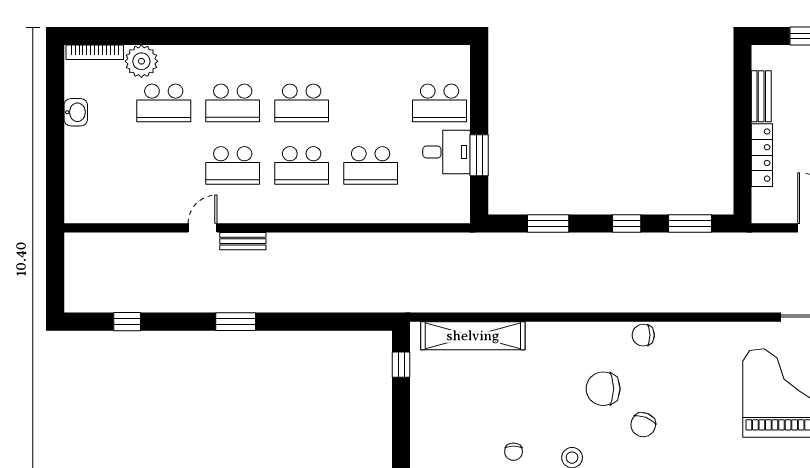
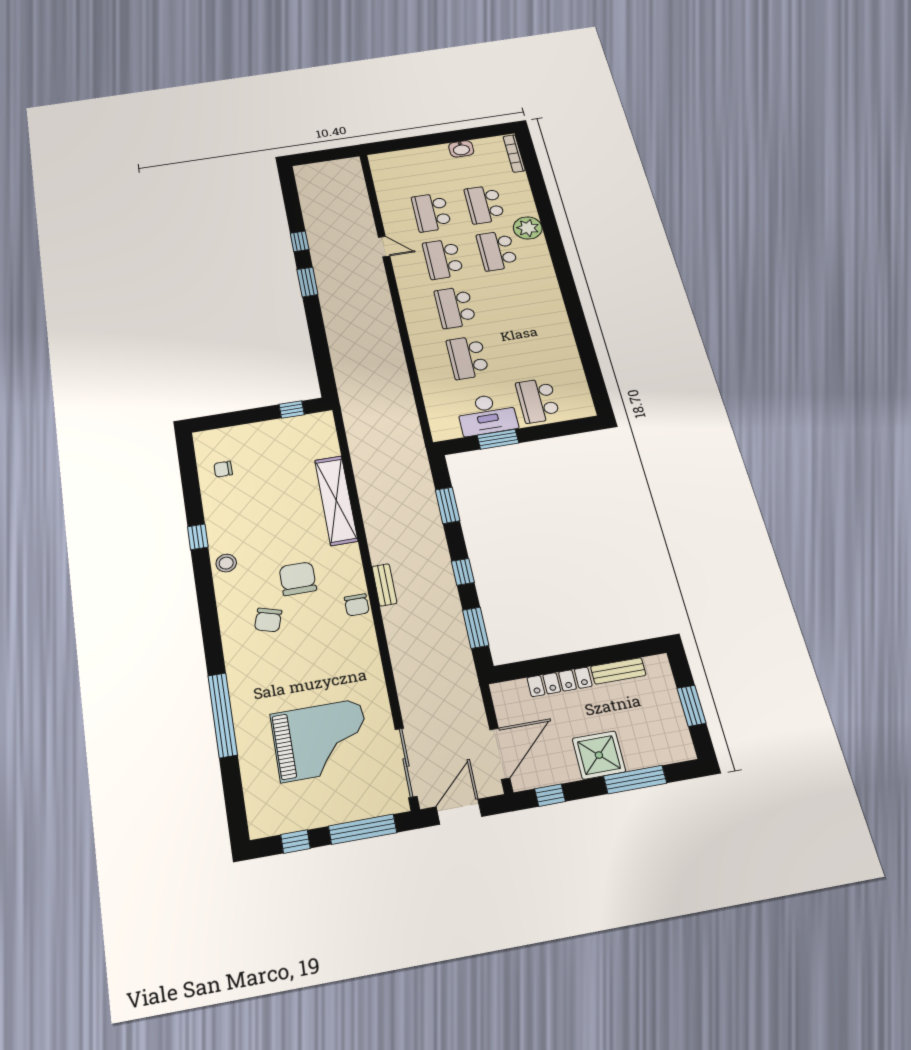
plant: (141, 61) -> (528, 228), moved
school desk: (302, 103) -> (431, 212), moved
desk: (447, 152) -> (487, 414), width x1.37
bench: (243, 241) -> (384, 585), moved
window: (127, 322) -> (299, 241), moved
chair: (643, 335) -> (357, 605), turned 180
shelving: (473, 336) -> (336, 500), moved
chair: (643, 425) -> (268, 620), turned -94
chair: (514, 452) -> (223, 469), moved

